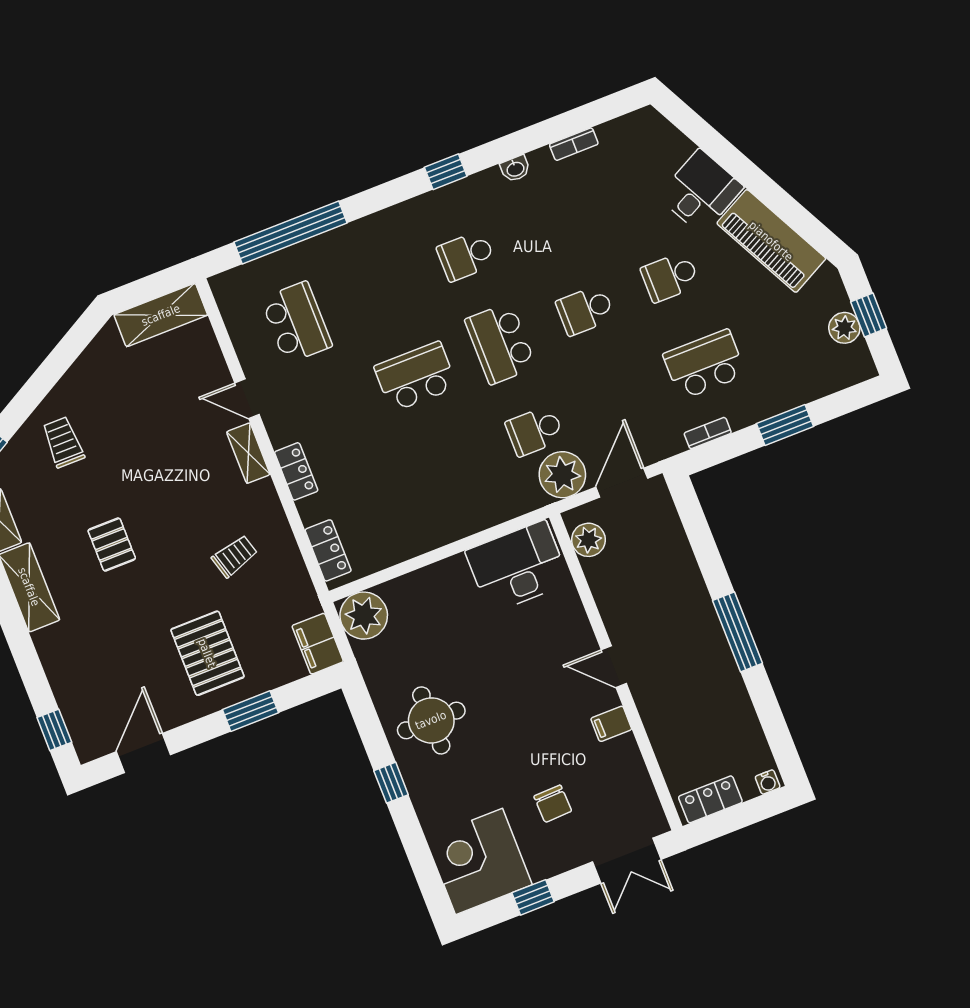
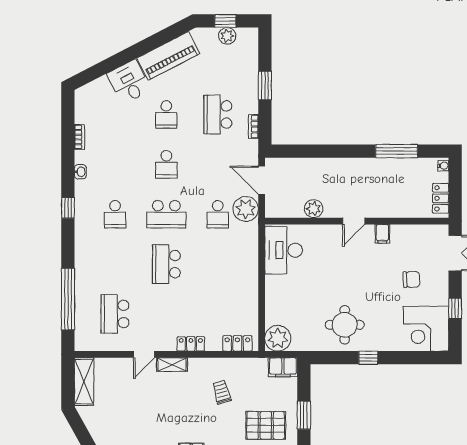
school desk: (296, 322) -> (115, 314), turned -90
plant: (588, 540) -> (314, 209), moved
window: (737, 632) -> (397, 151), moved

